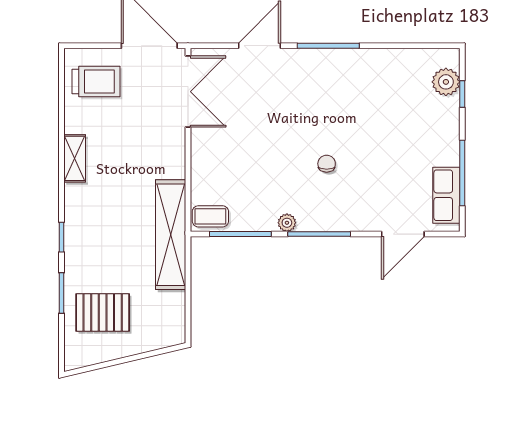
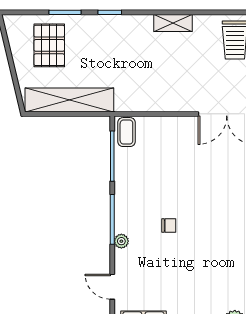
plant: (287, 223) -> (121, 241), moved
door: (403, 234) -> (112, 287), width x0.73
shelving: (171, 235) -> (69, 100), moved

